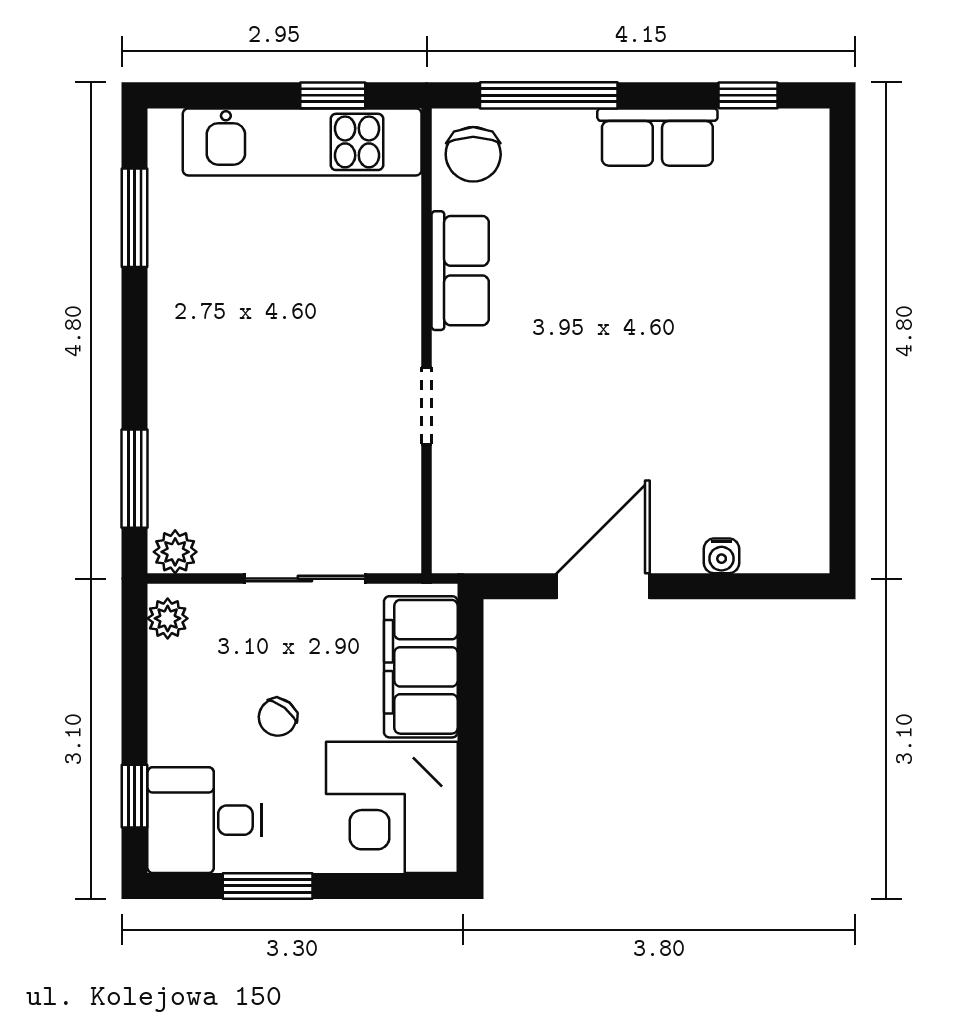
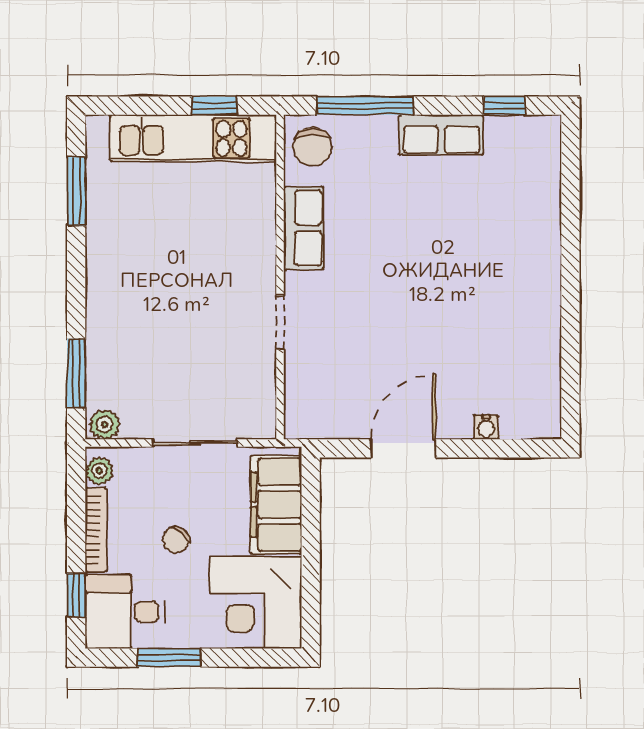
bookcase: (163, 703) -> (96, 530), added

